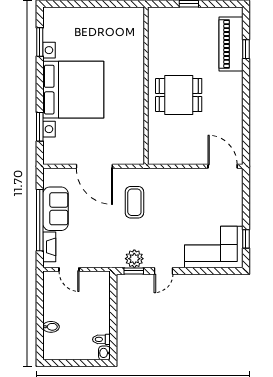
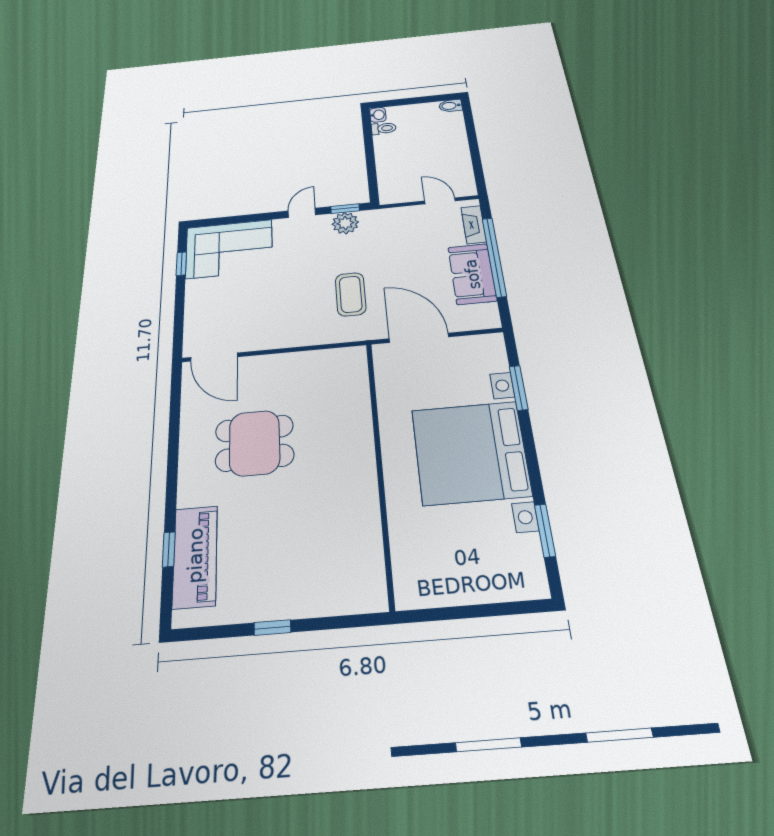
wall: (146, 86) -> (380, 467), moved
dining table: (179, 95) -> (254, 443), moved
bidet: (51, 327) -> (450, 106), moved

